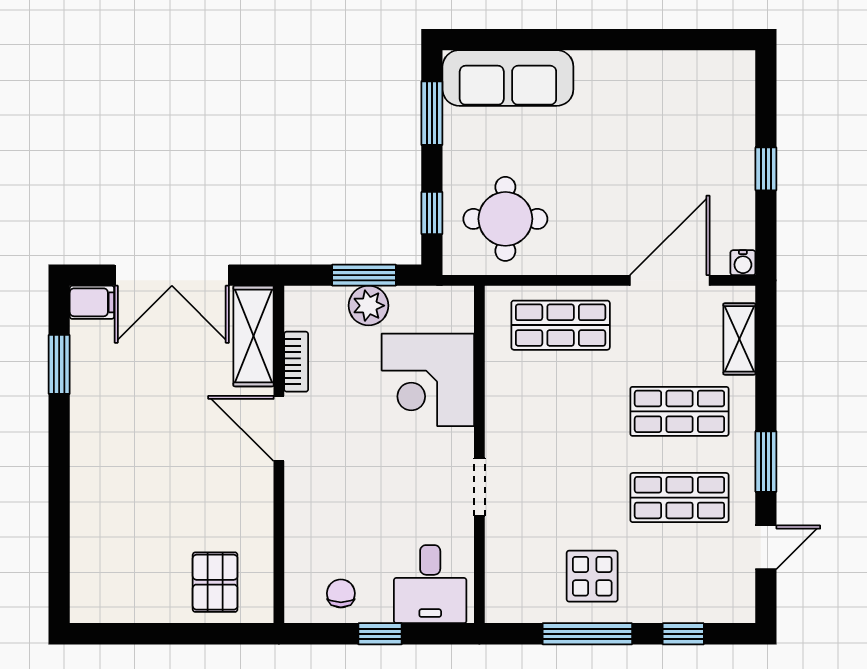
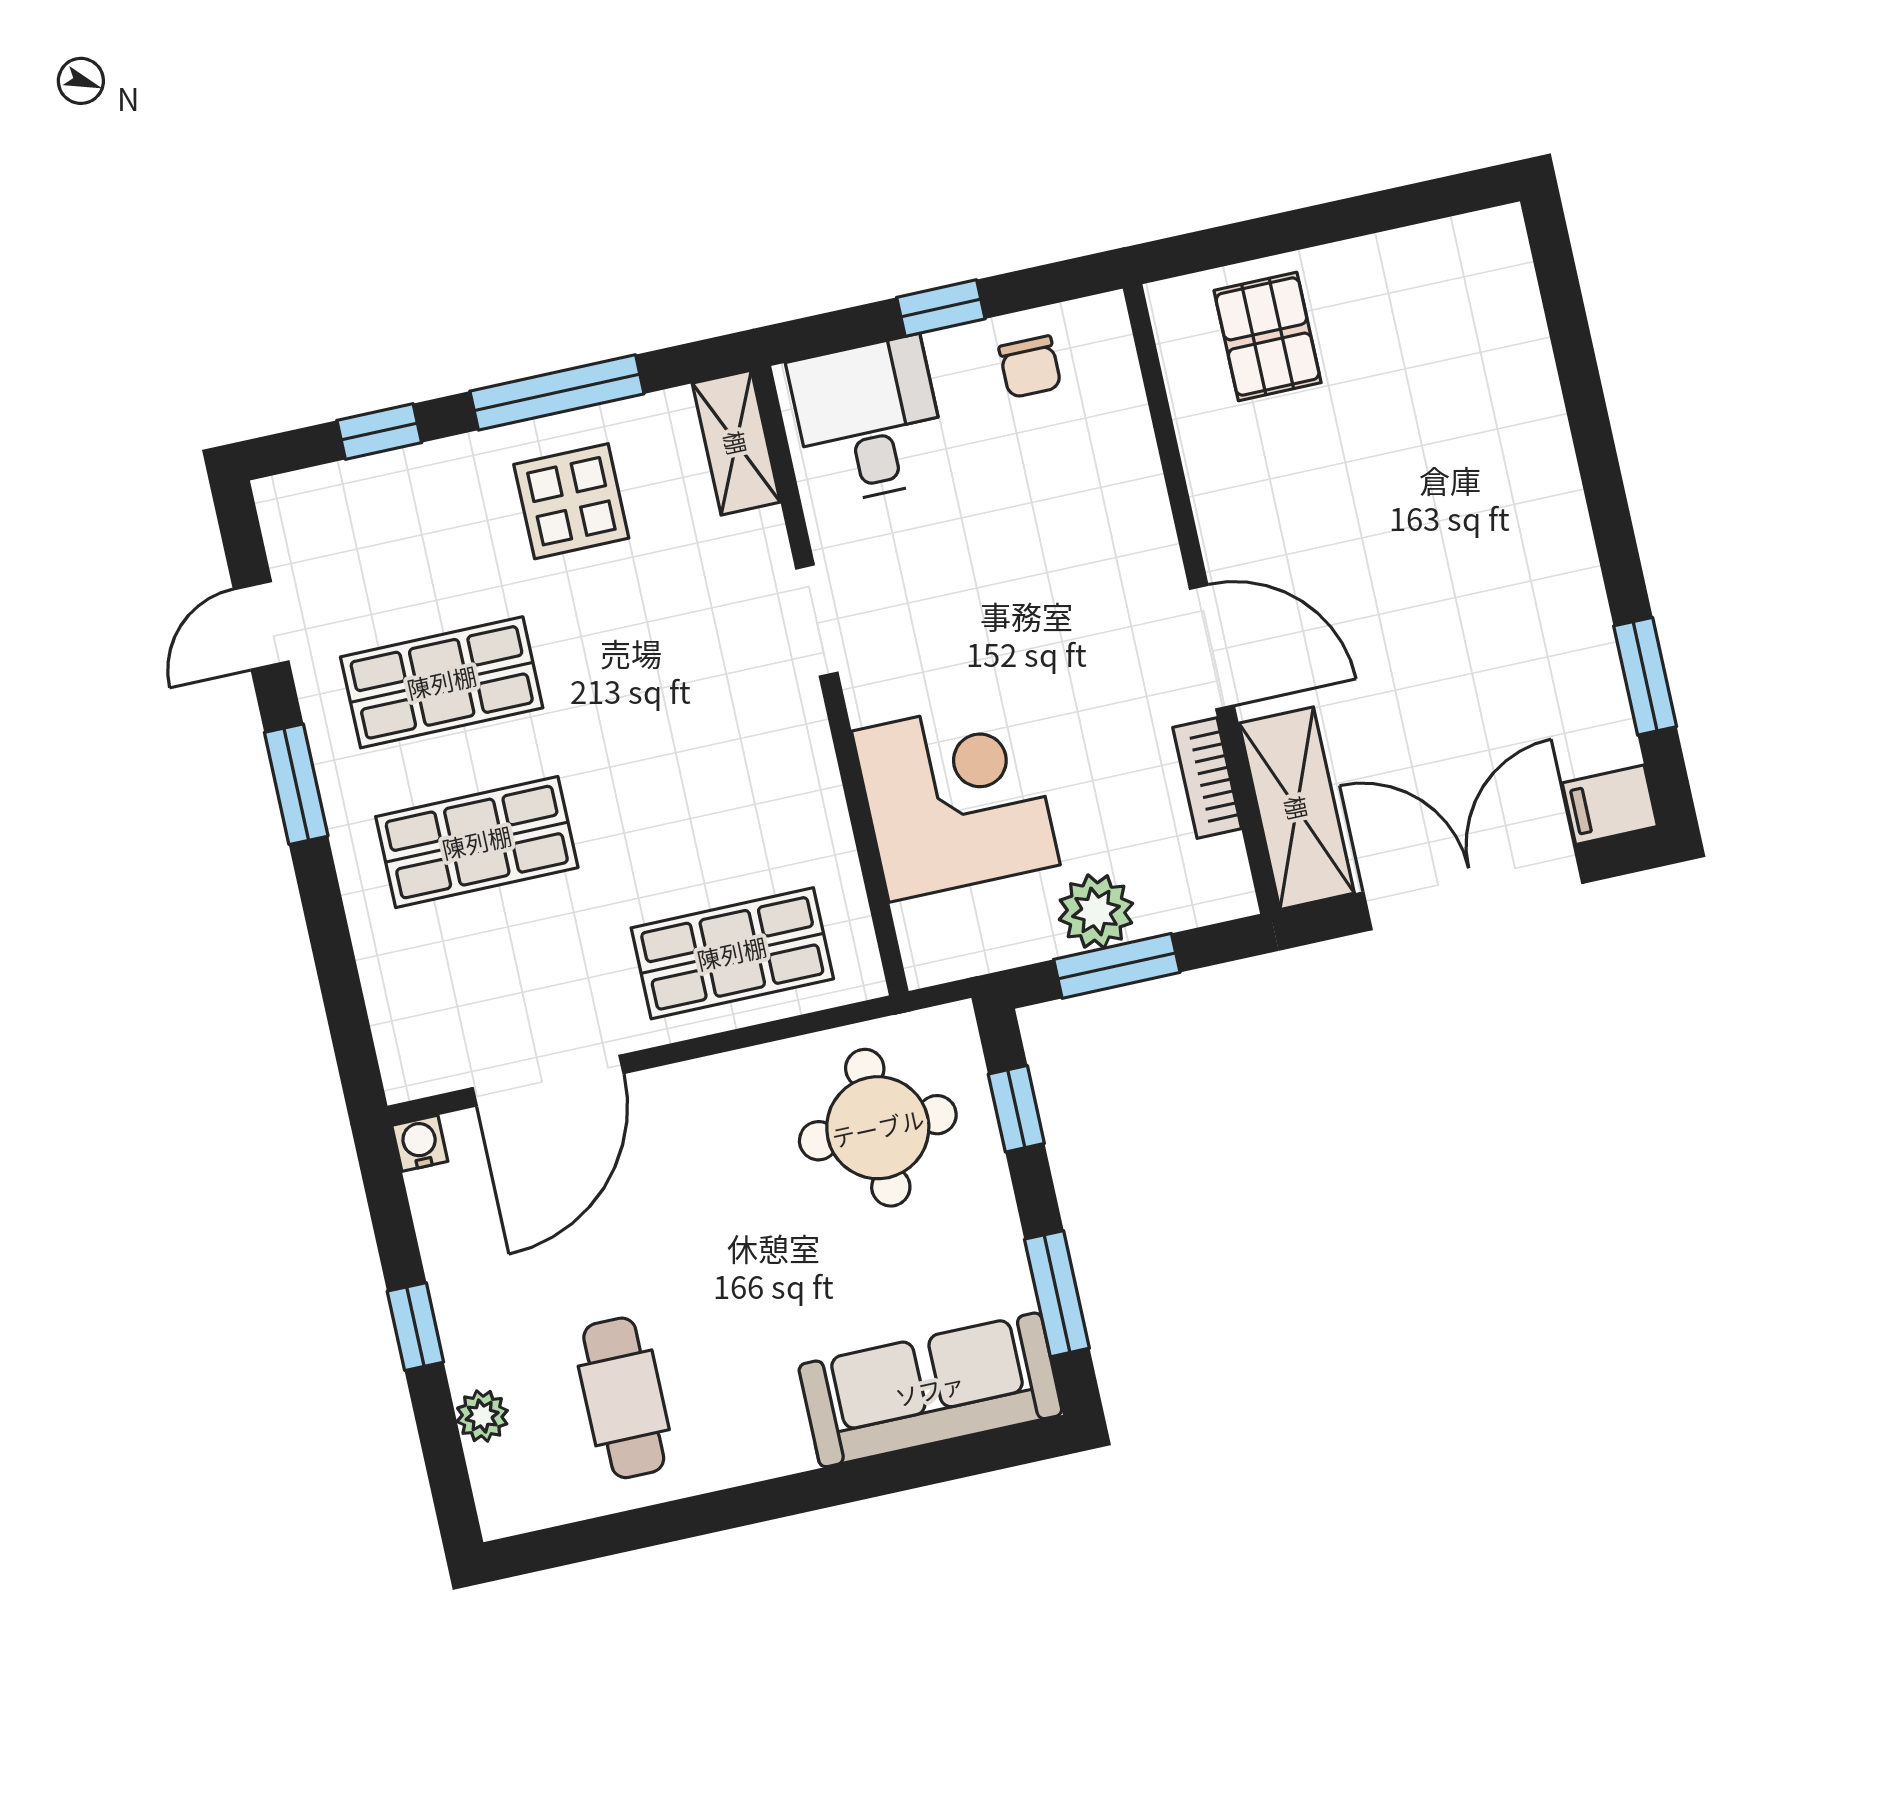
cafe table: (667, 109) -> (624, 1398), added
plant: (742, 115) -> (482, 1416), added
shelving: (739, 339) -> (736, 443), moved

